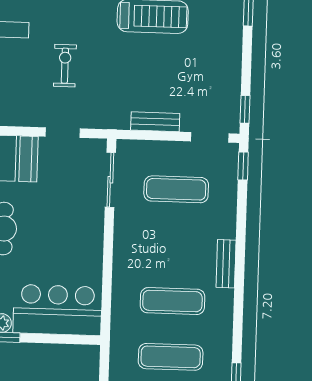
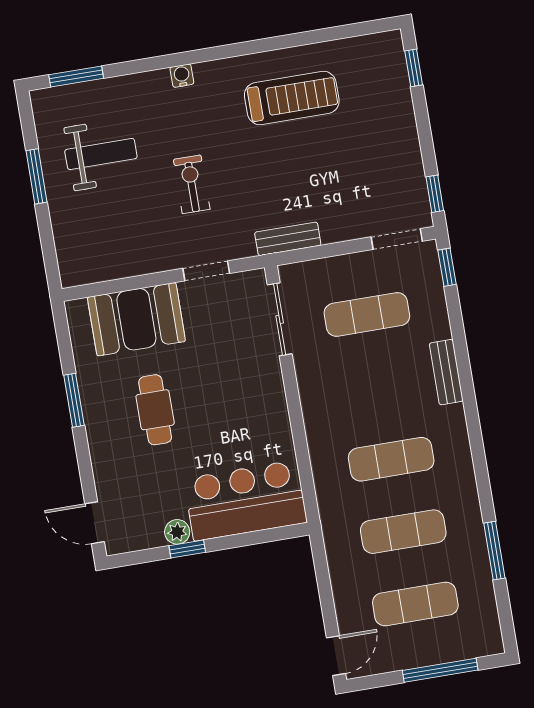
bench: (155, 122) -> (288, 239), moved
bench: (226, 264) -> (446, 372), moved

